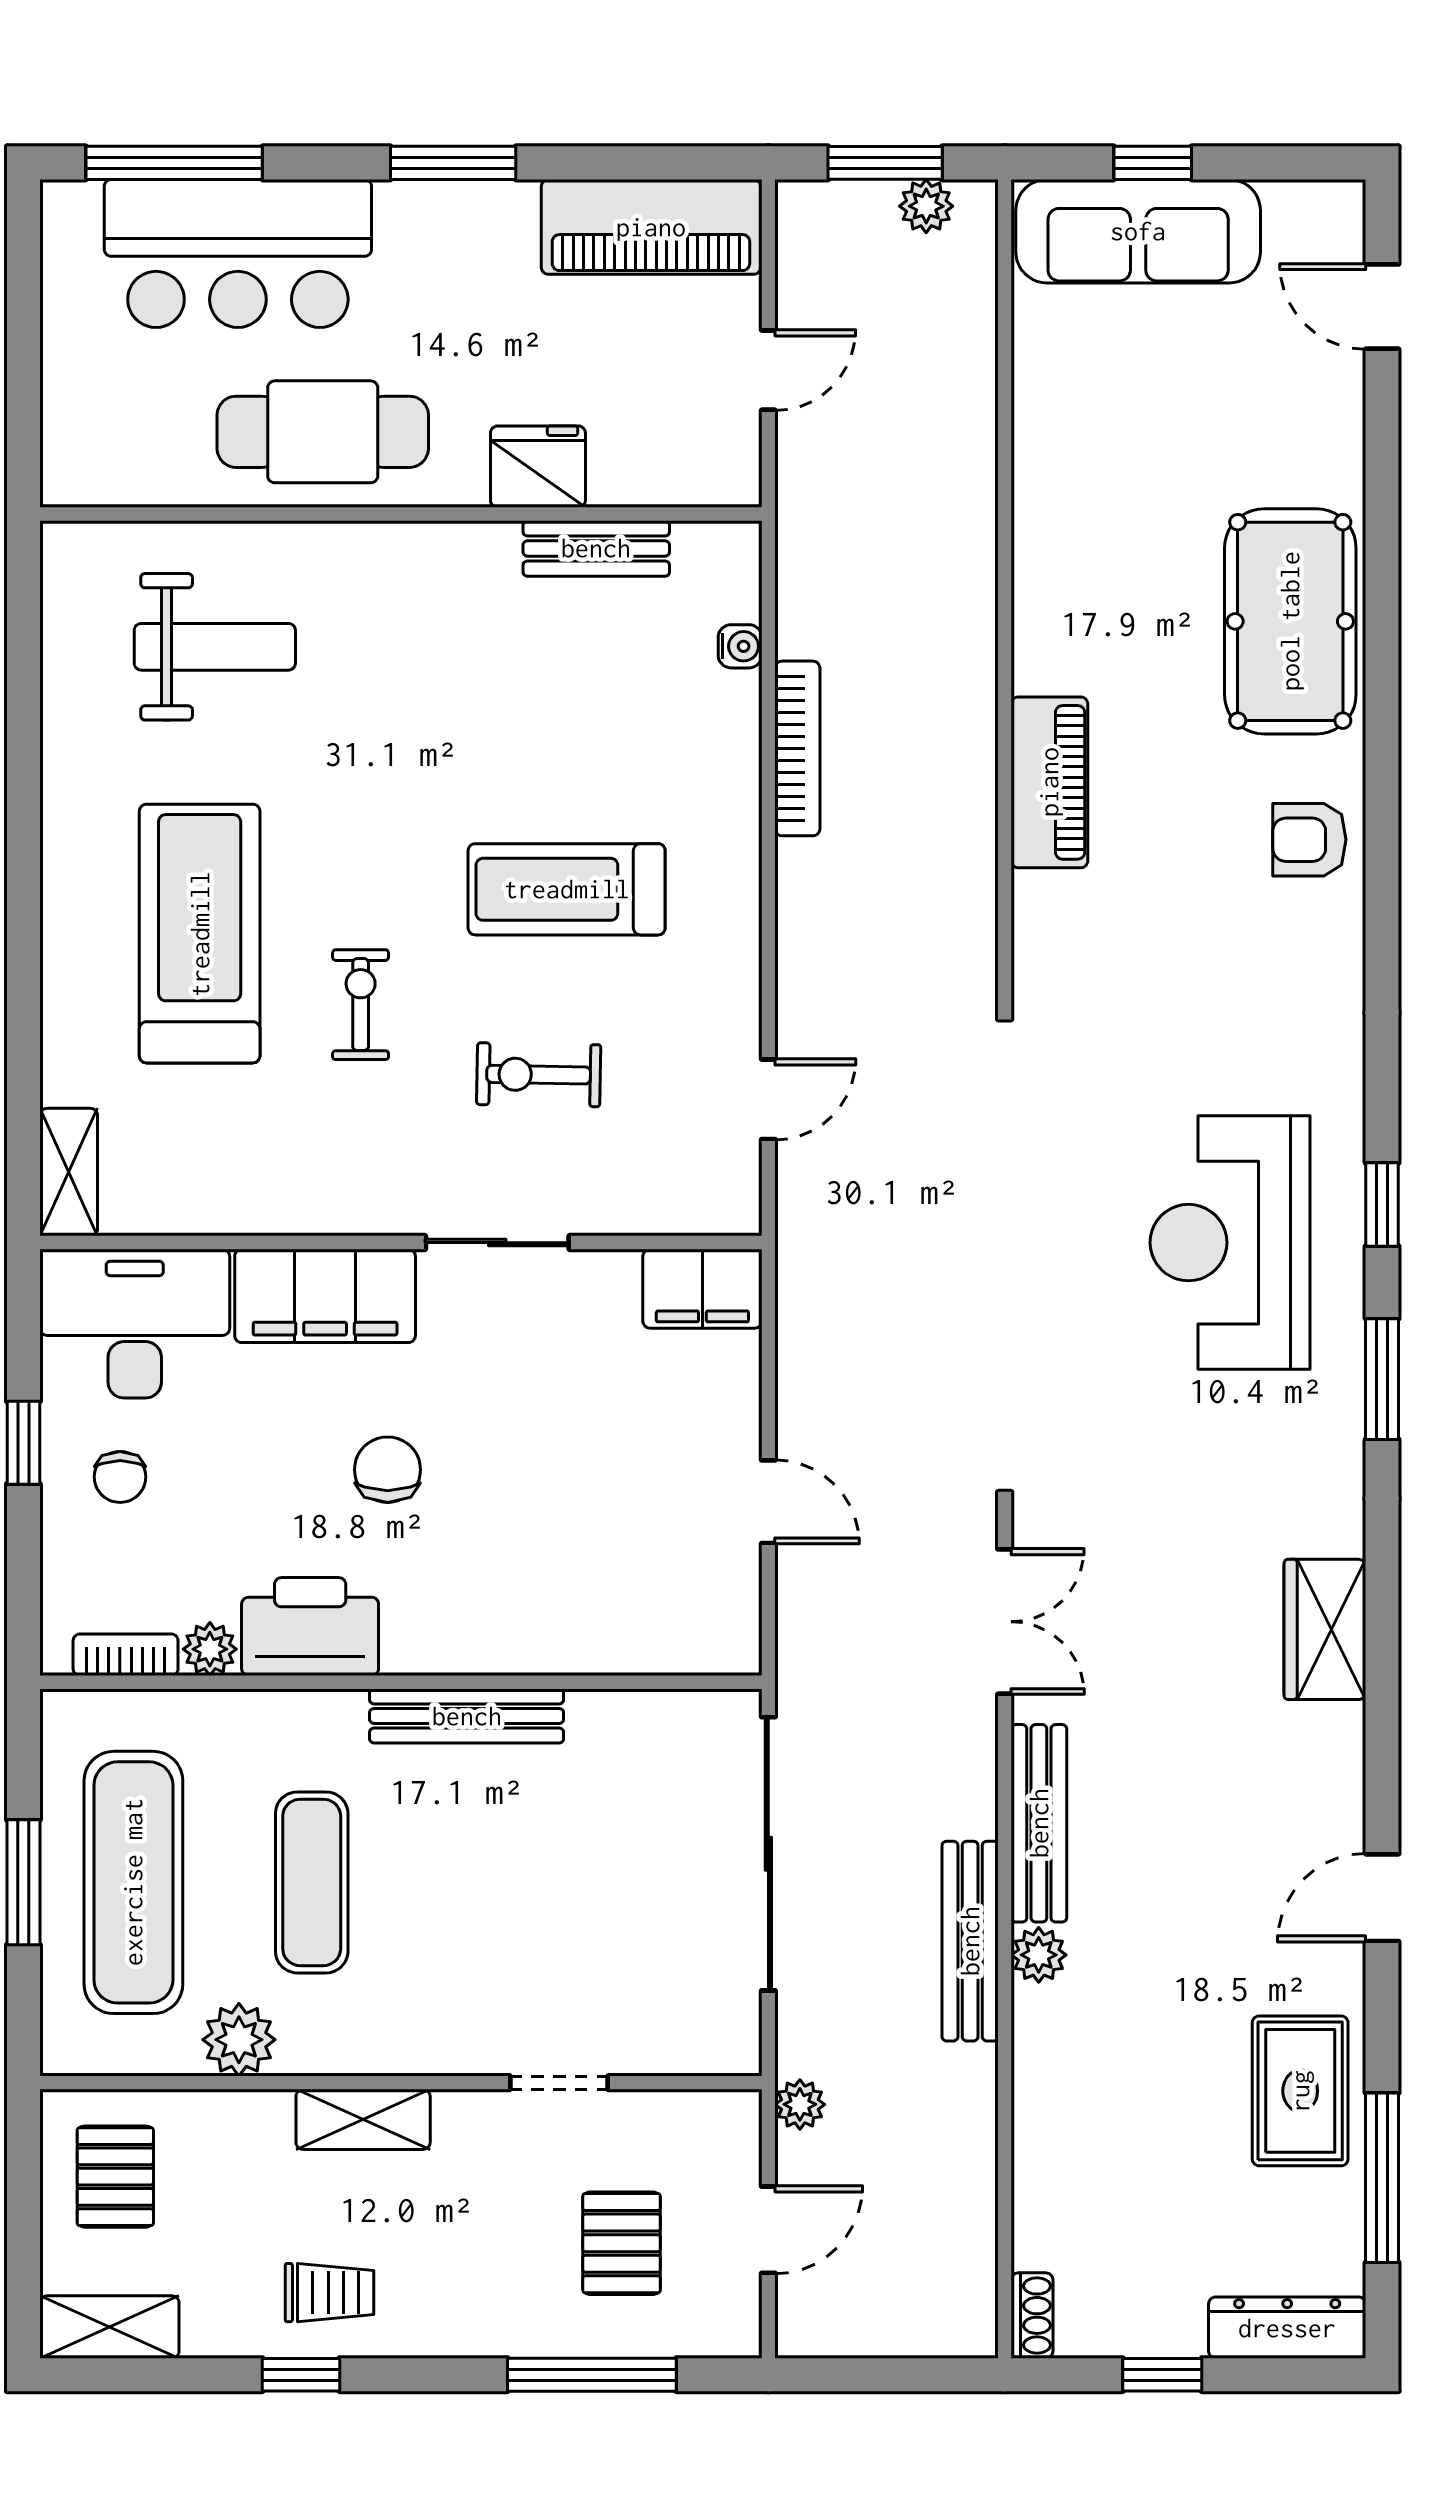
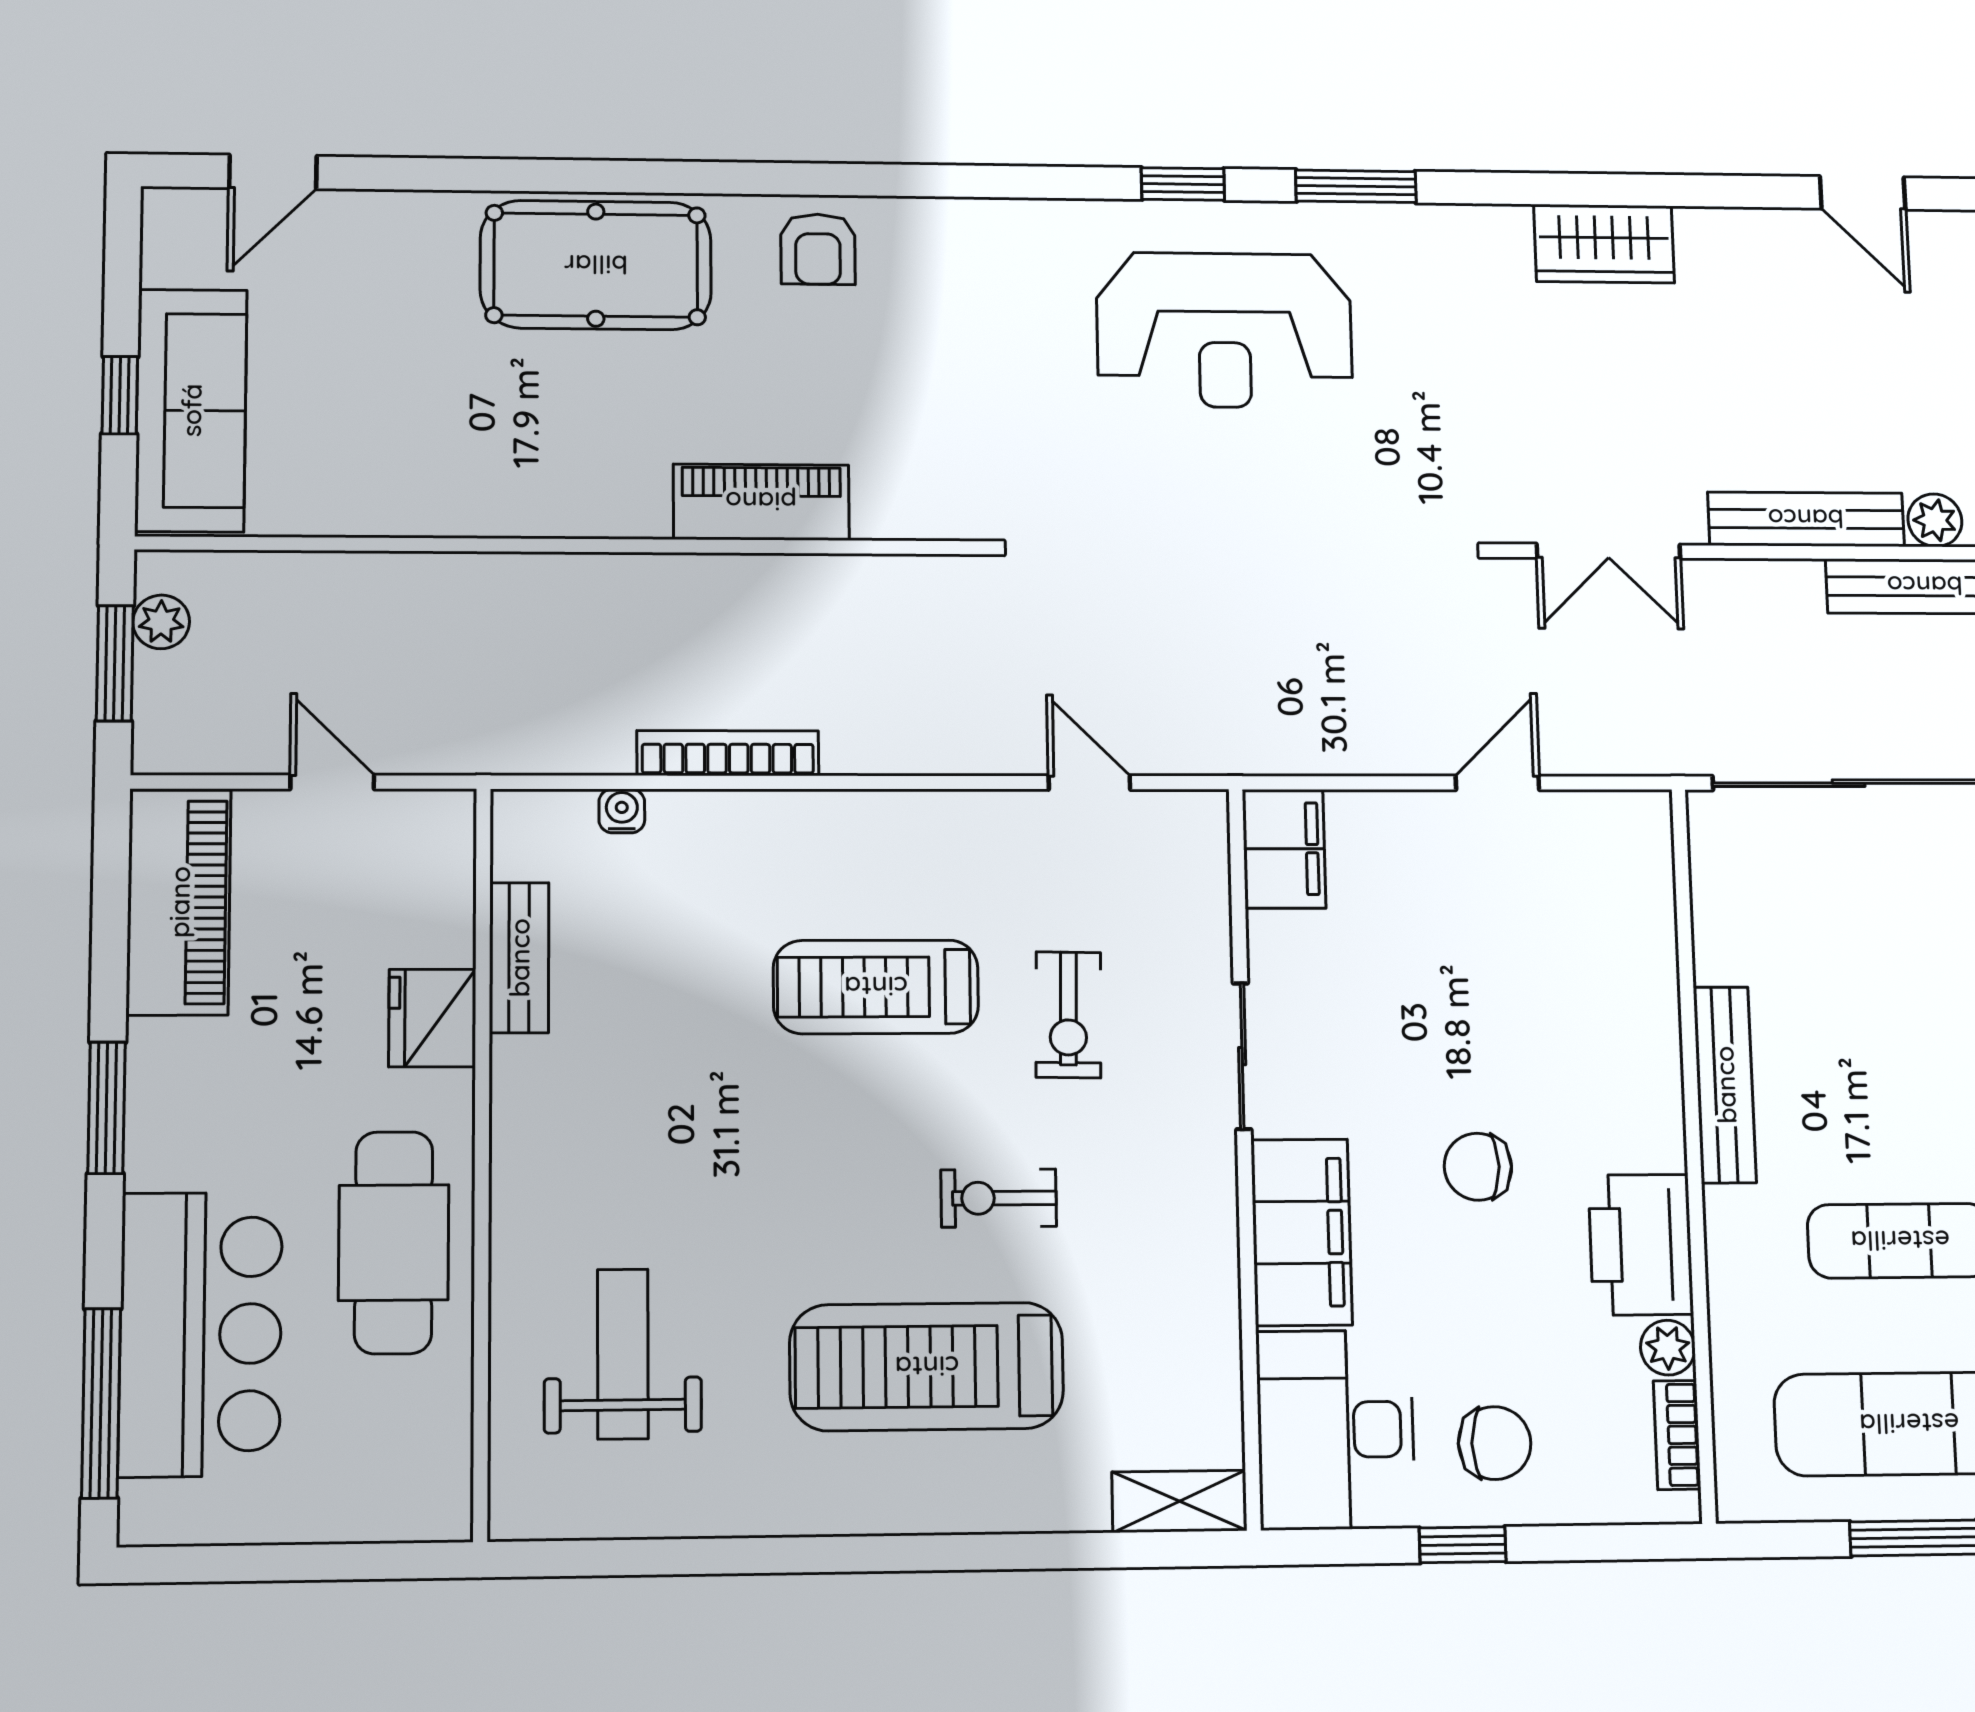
treadmill: (567, 889) -> (876, 987), turned 90
chair: (120, 1477) -> (1495, 1443), width x1.37, depth x1.37
double door: (1005, 1622) -> (1608, 551), swing flipped

